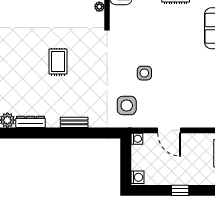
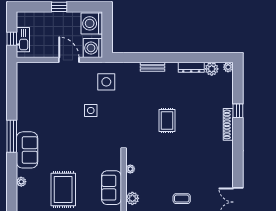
washing machine: (137, 139) -> (93, 48), width x1.89, depth x1.89
washing machine: (137, 177) -> (92, 23), width x1.89, depth x1.89

